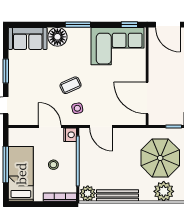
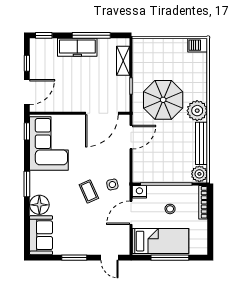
door: (101, 127) -> (131, 137), moved
bed: (21, 174) -> (161, 241), moved, turned 180
plant: (164, 191) -> (197, 111), moved

